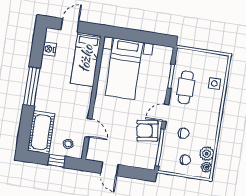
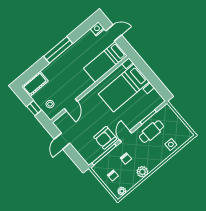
nightstand: (49, 49) -> (97, 29), moved
door: (165, 113) -> (126, 136), hinge flipped
armchair: (147, 131) -> (105, 138), turned -82
cot: (41, 132) -> (35, 84), width x0.73, depth x0.75
plant: (207, 154) -> (142, 172), moved

